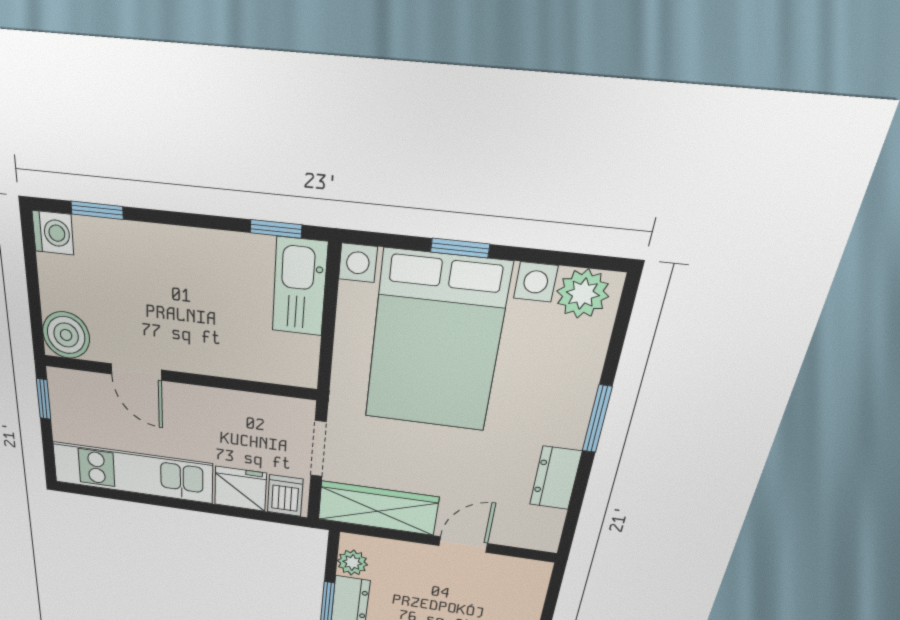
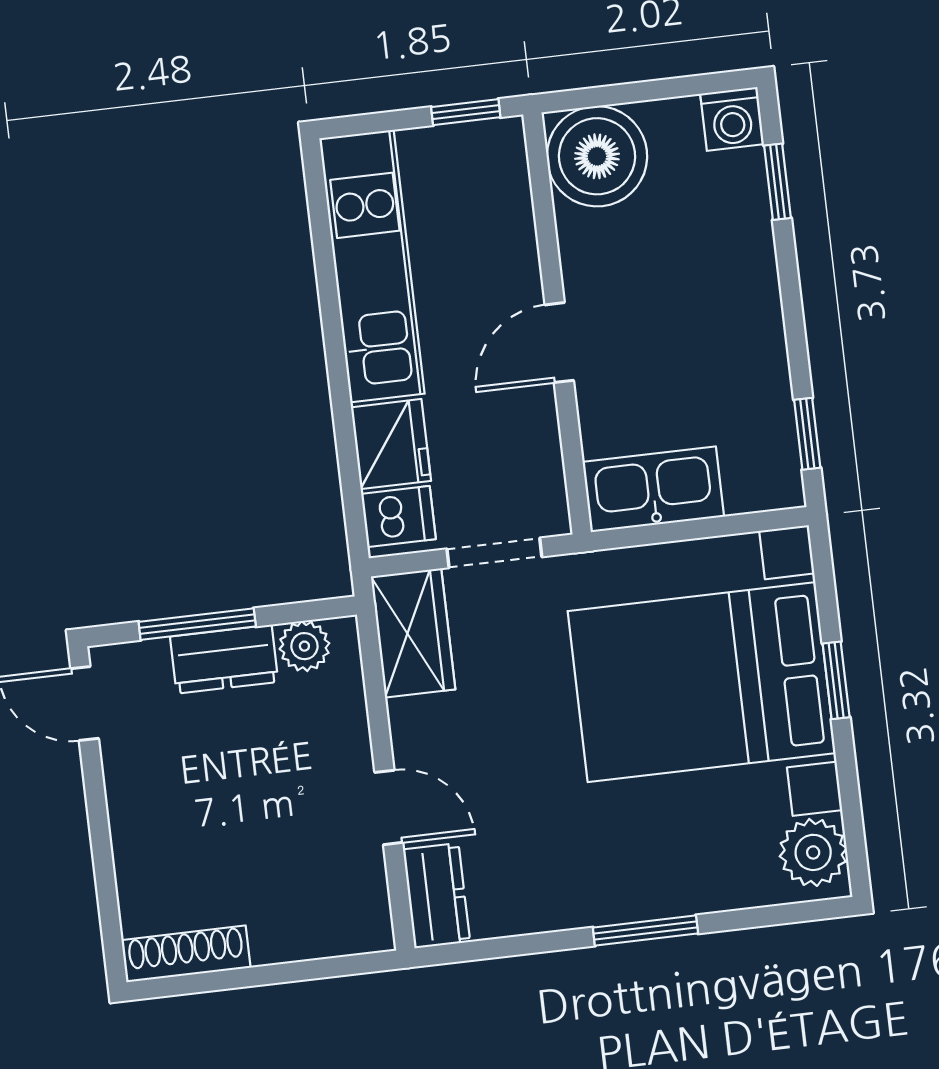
kitchen sink: (300, 287) -> (653, 489), moved
boiler: (66, 335) -> (597, 156), width x1.37, depth x1.37
door: (136, 372) -> (559, 343), moved
dresser: (556, 478) -> (436, 896), moved, turned 90
wardrobe: (378, 508) -> (413, 633), width x0.67

